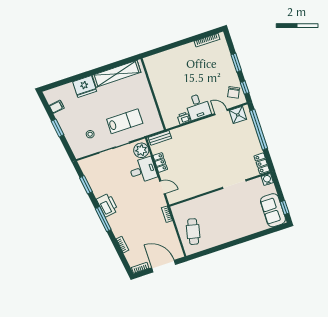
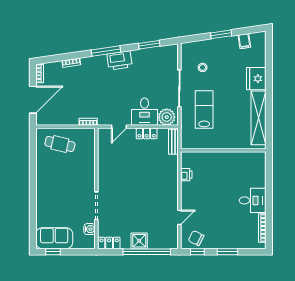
desk: (198, 106) -> (253, 200), moved, turned 180
shower: (238, 115) -> (139, 241), moved
lab bench: (125, 121) -> (204, 110), turned 180
water cooler: (267, 179) -> (90, 229), moved

